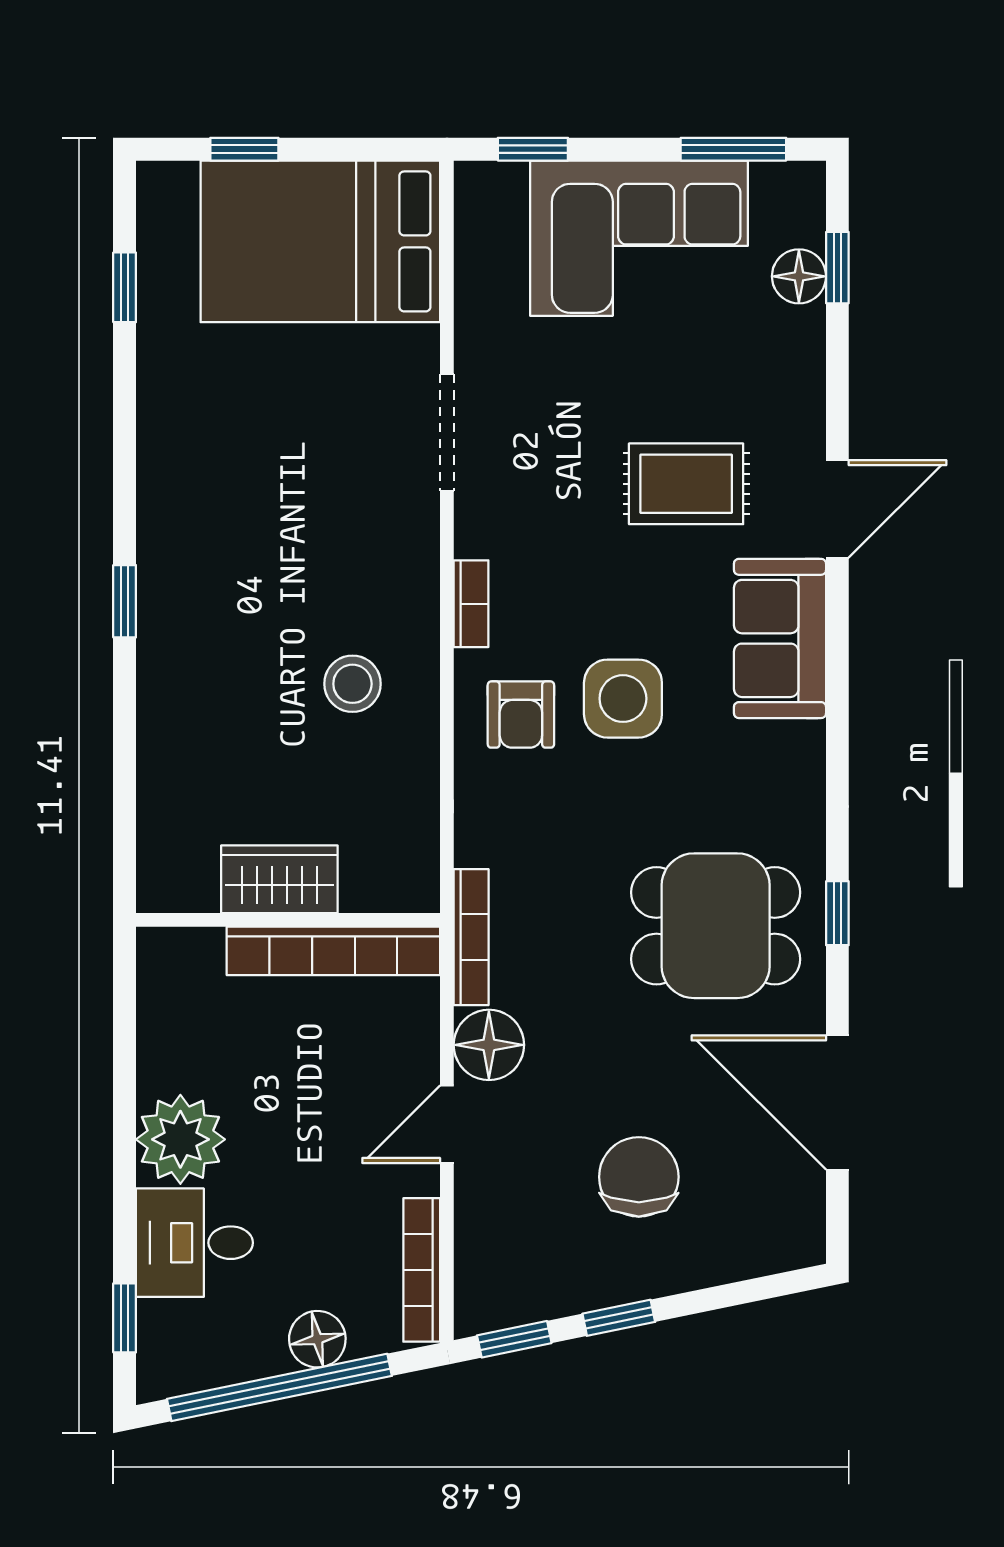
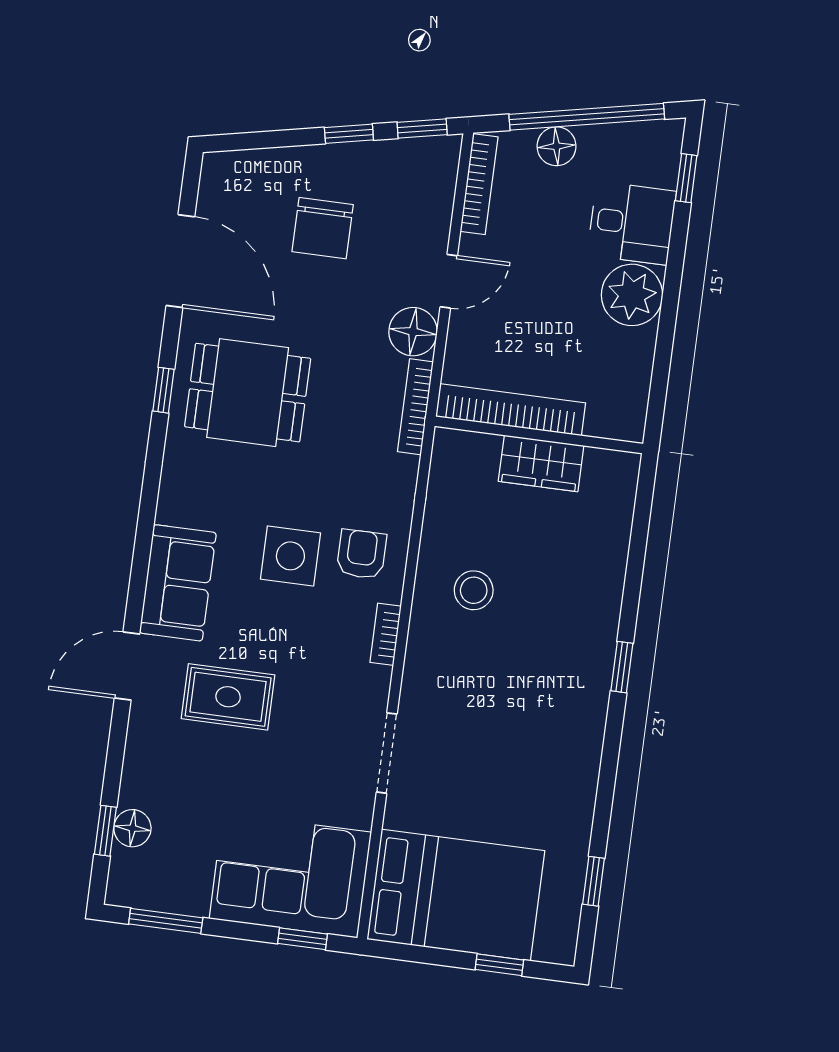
corner sofa: (639, 238) -> (290, 875), moved

